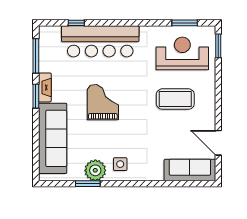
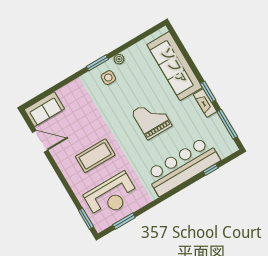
grand piano: (103, 102) -> (152, 119), turned 180
plant: (95, 170) -> (119, 59), width x0.53, depth x0.53
sofa: (190, 170) -> (44, 109), width x0.73
window: (88, 184) -> (97, 63), moved

